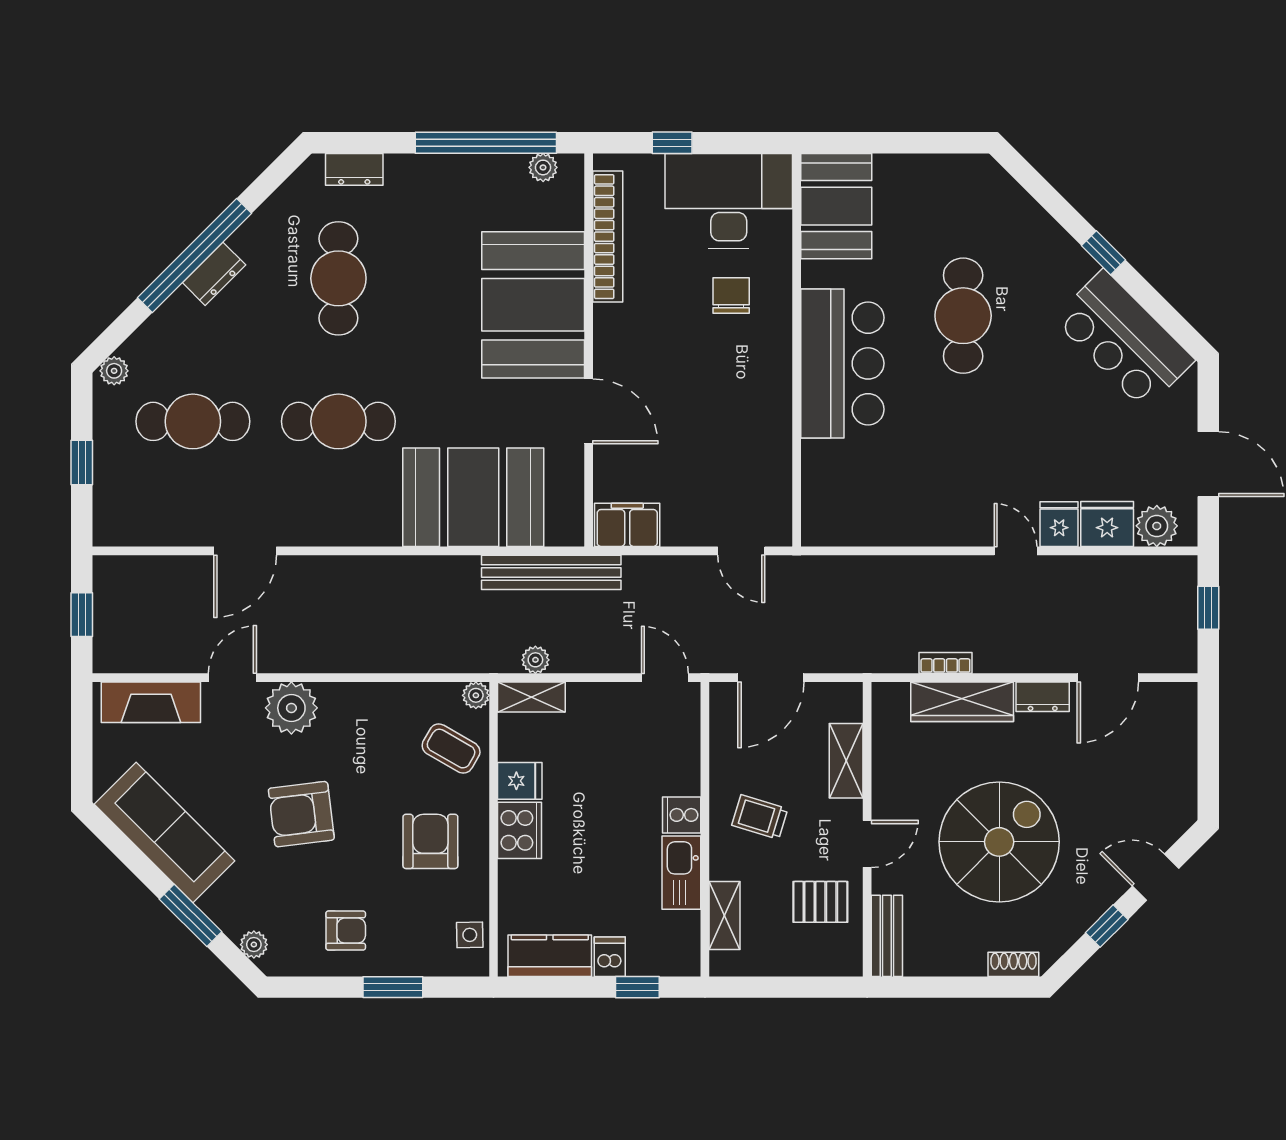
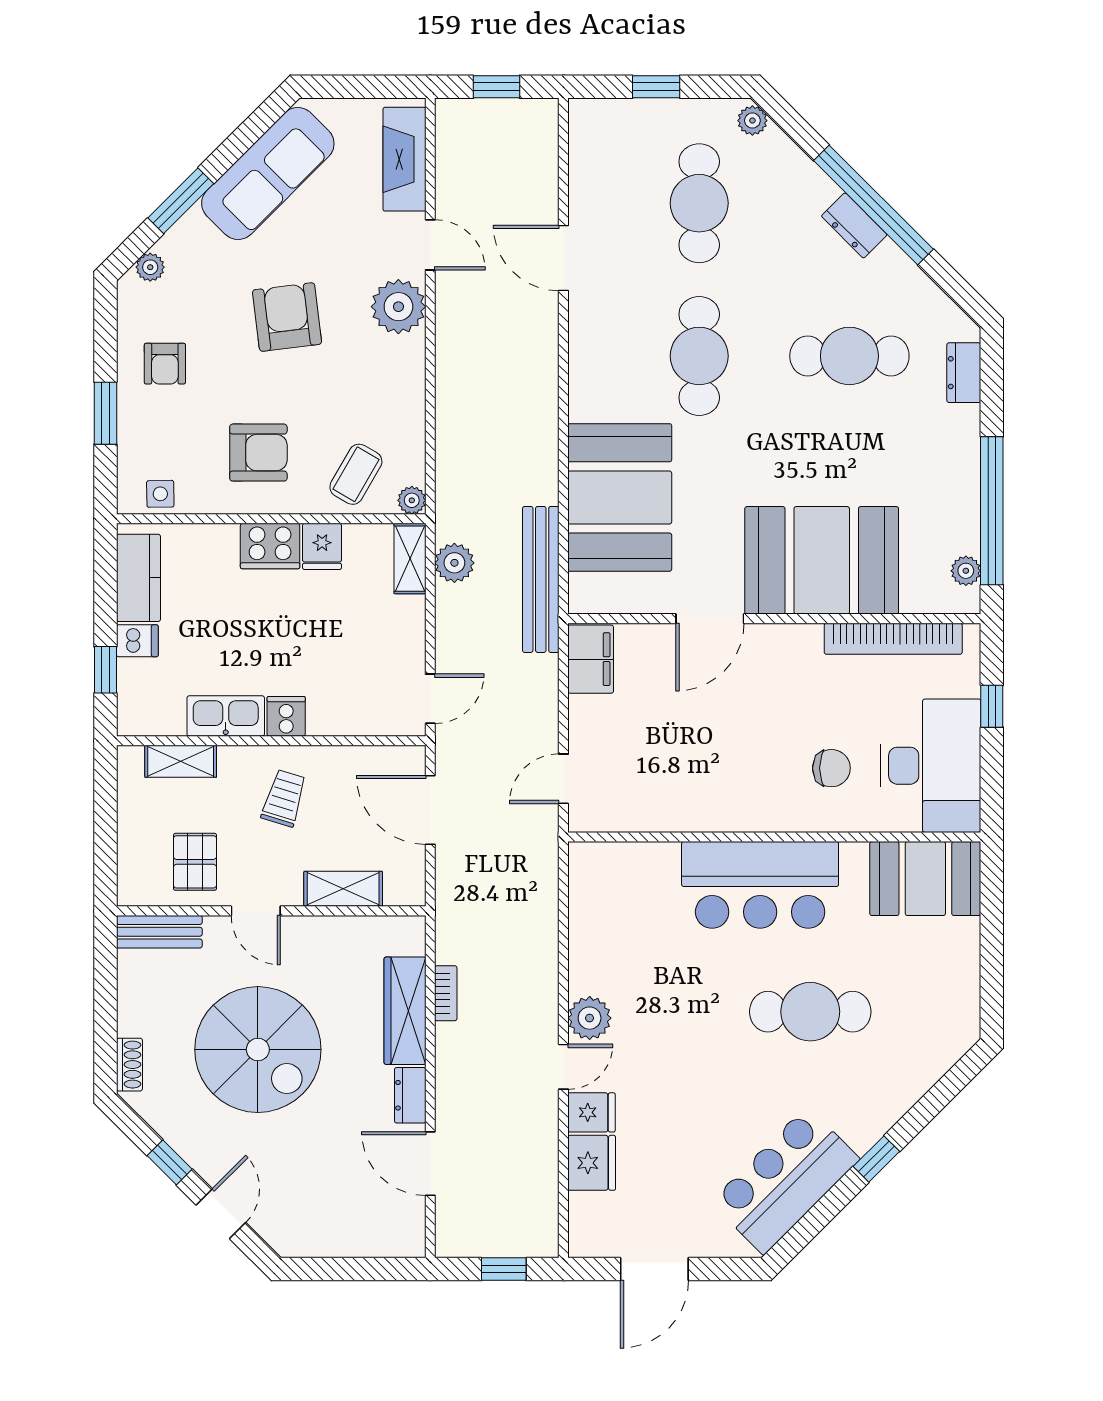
plant: (1157, 526) -> (590, 1018), moved
plant: (535, 660) -> (454, 563), width x1.38, depth x1.38

